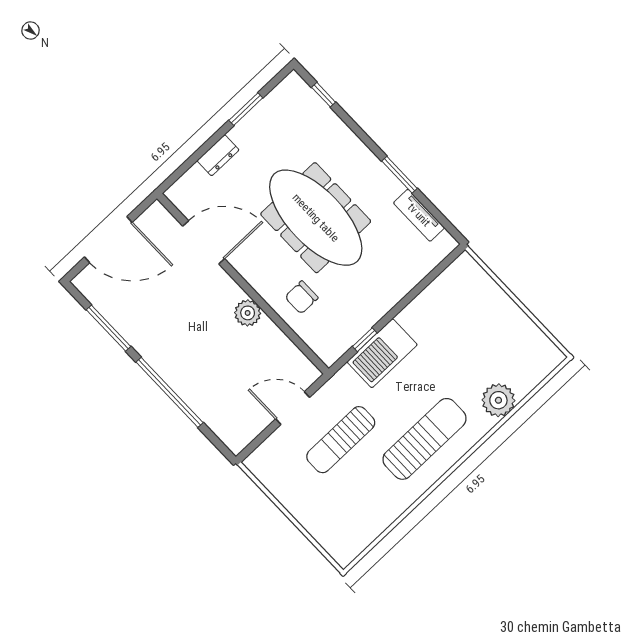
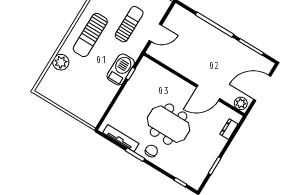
dresser: (218, 155) -> (229, 129), moved
tv unit: (419, 215) -> (121, 138), width x1.41
meeting table: (316, 218) -> (169, 124), width x0.73
door: (204, 242) -> (208, 93), moved
chair: (301, 297) -> (151, 151), moved
plant: (248, 313) -> (241, 103), moved

